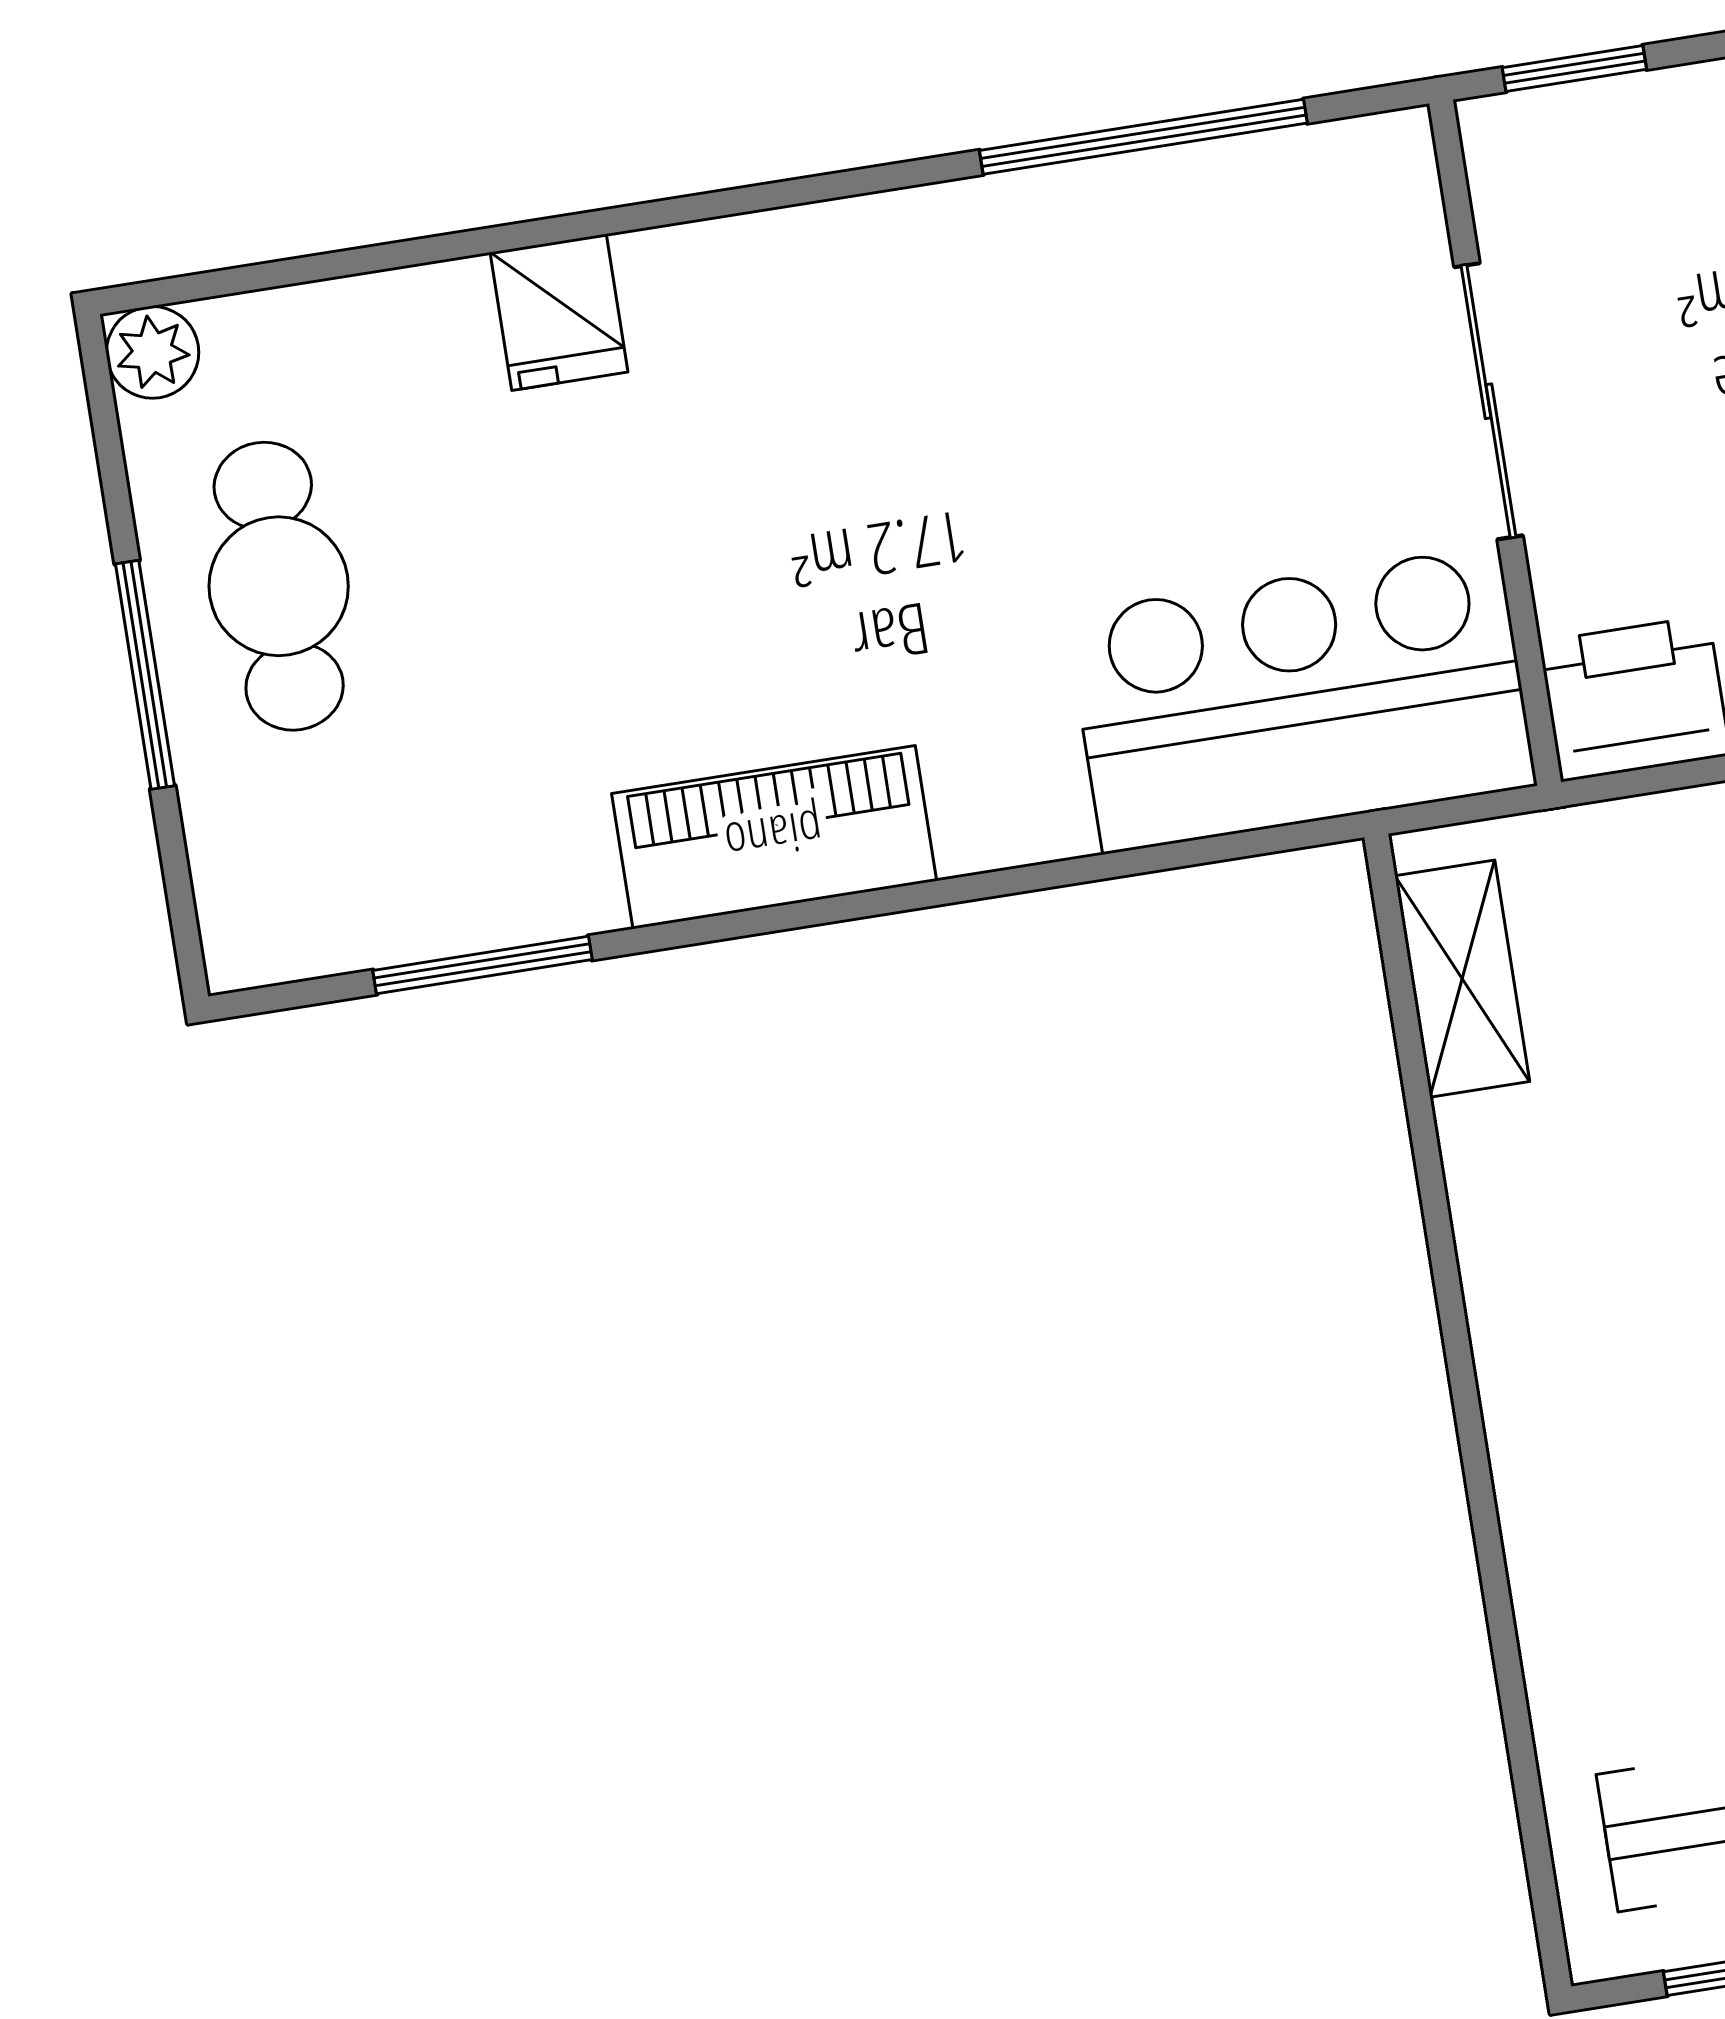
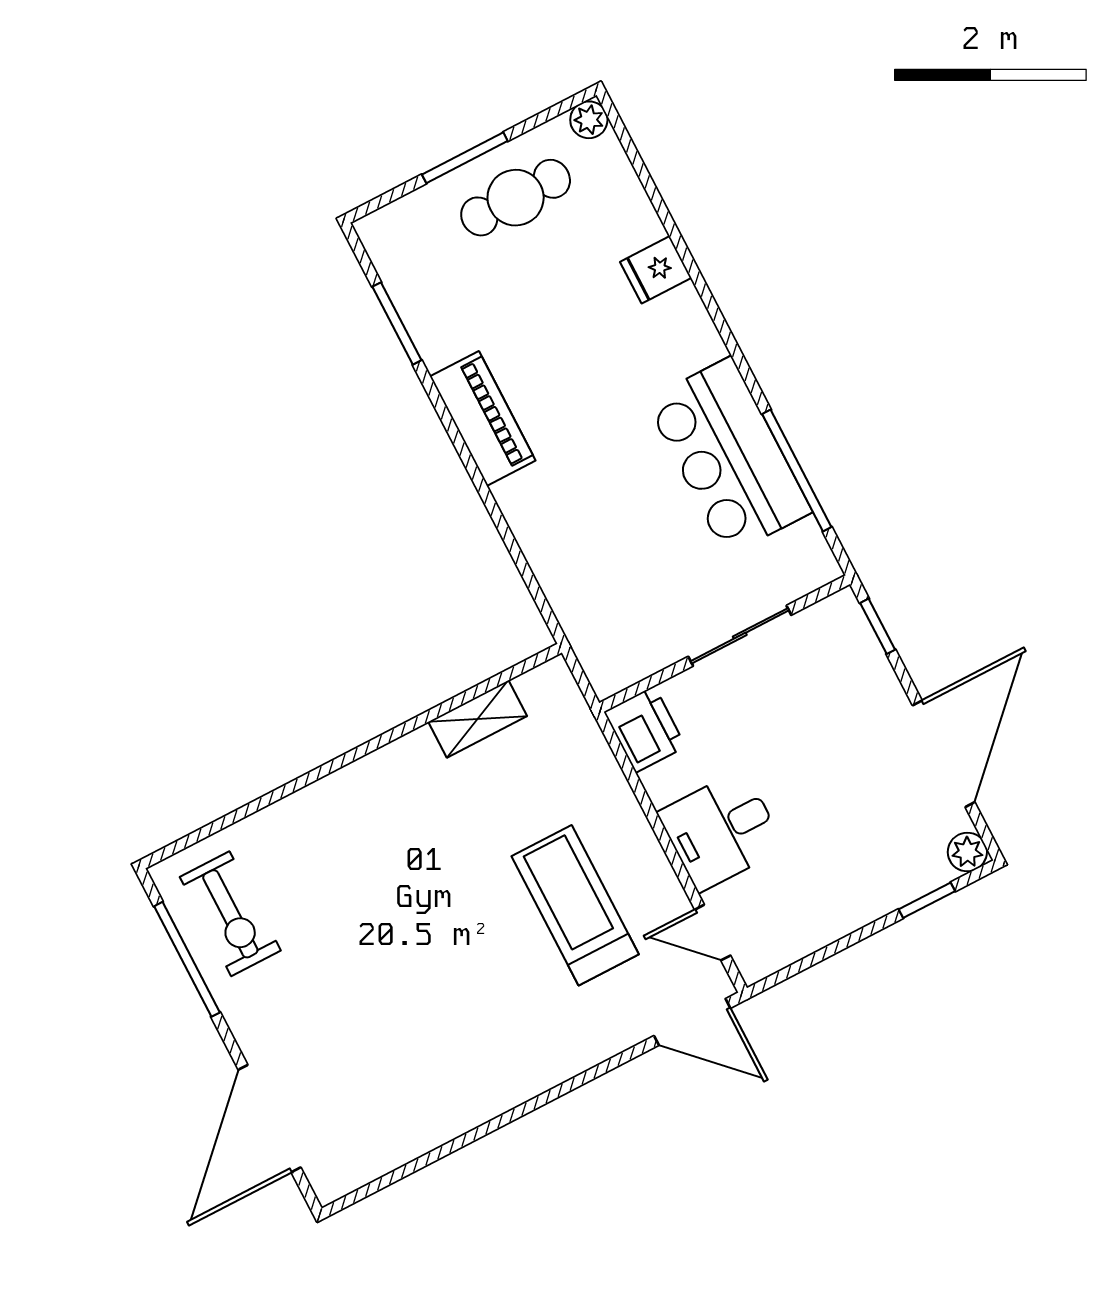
bar counter: (1301, 700) -> (729, 456), moved, turned 180
shelving: (1462, 979) -> (478, 719), moved

